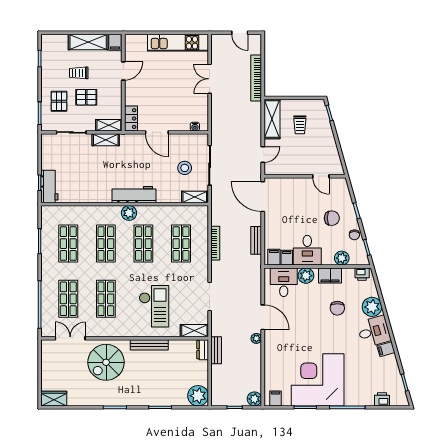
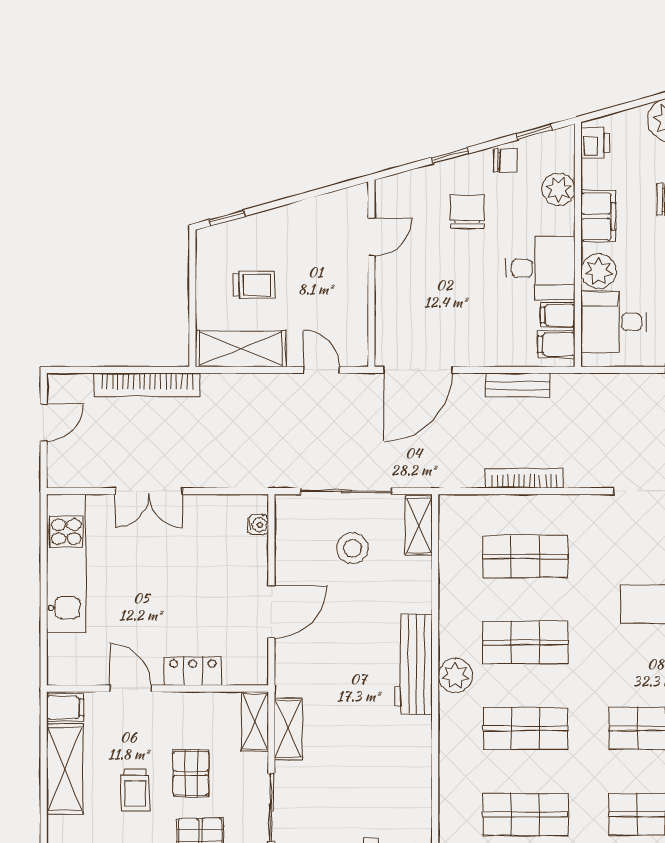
locker: (131, 119) -> (193, 671), moved

